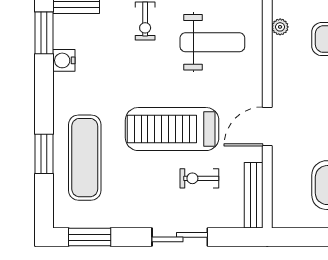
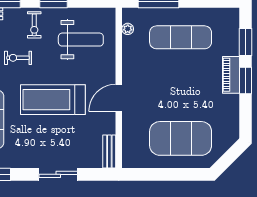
exercise bike: (199, 178) -> (18, 58), moved
bench: (254, 195) -> (109, 151), width x0.73

